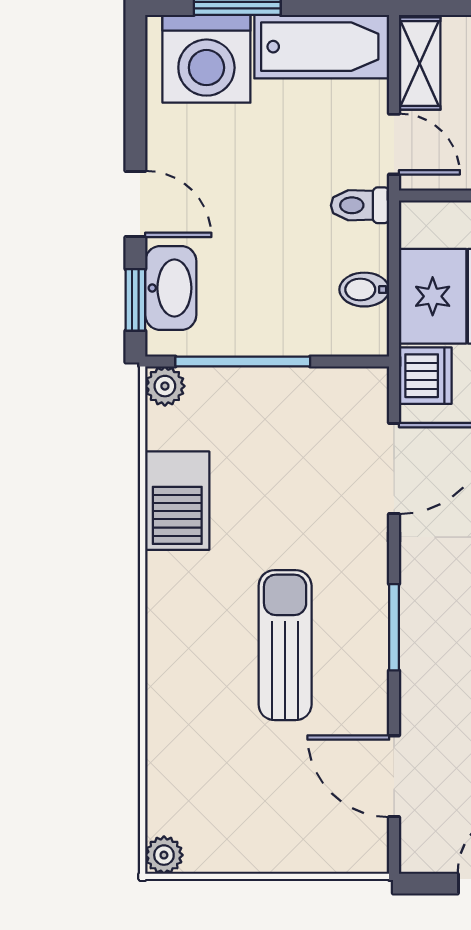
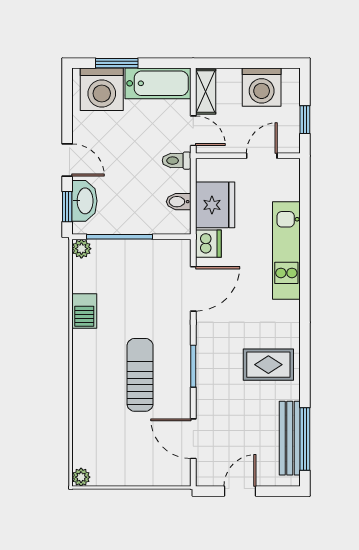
barbecue: (177, 501) -> (84, 311), width x0.73, depth x0.79

